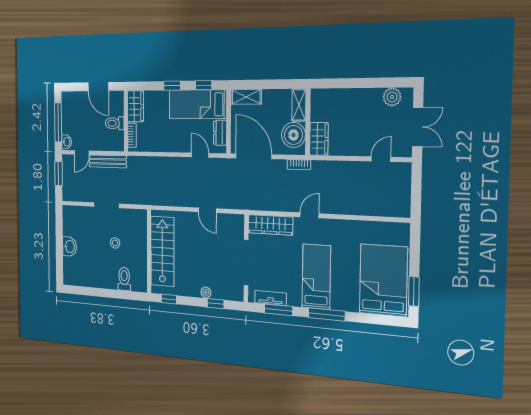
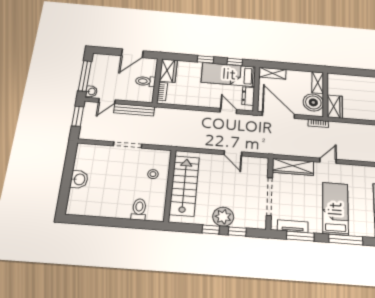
door: (98, 87) -> (132, 53), hinge flipped
stool: (115, 243) -> (153, 174), moved
plant: (206, 292) -> (223, 217), width x1.87, depth x1.87
window: (169, 299) -> (211, 229), moved

